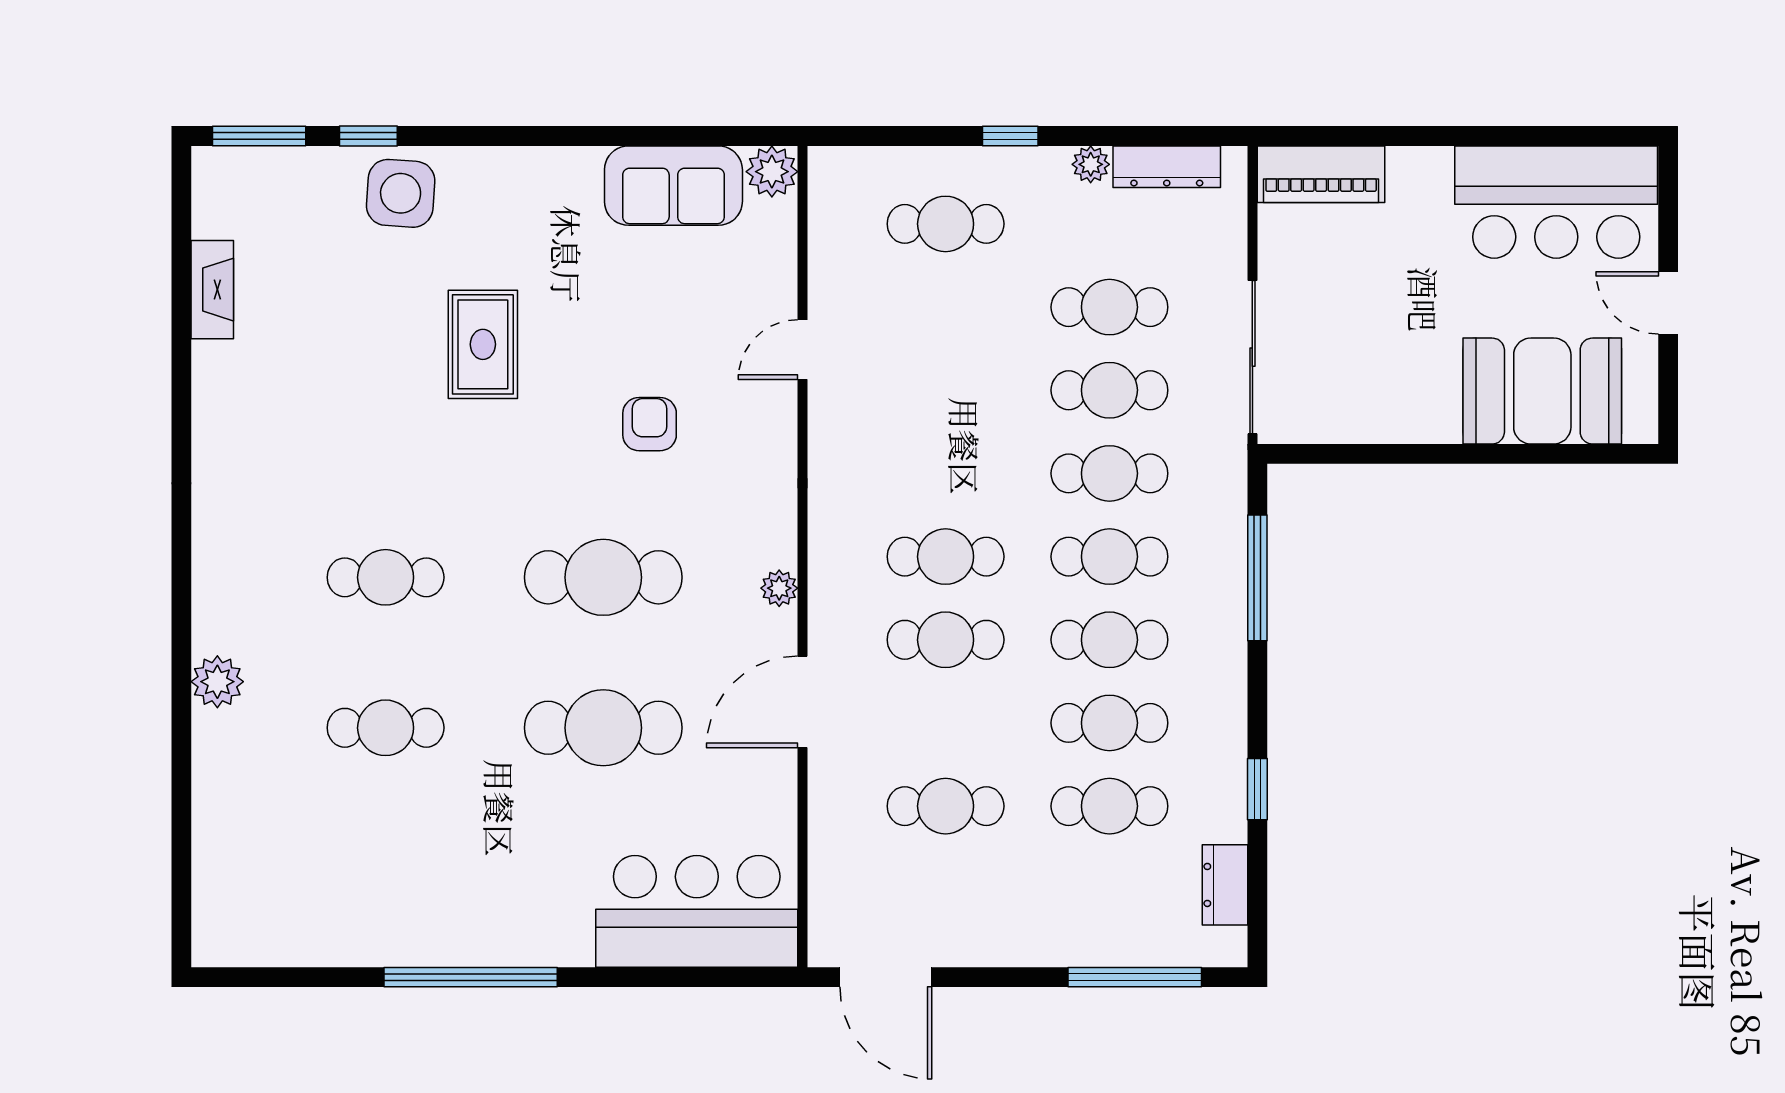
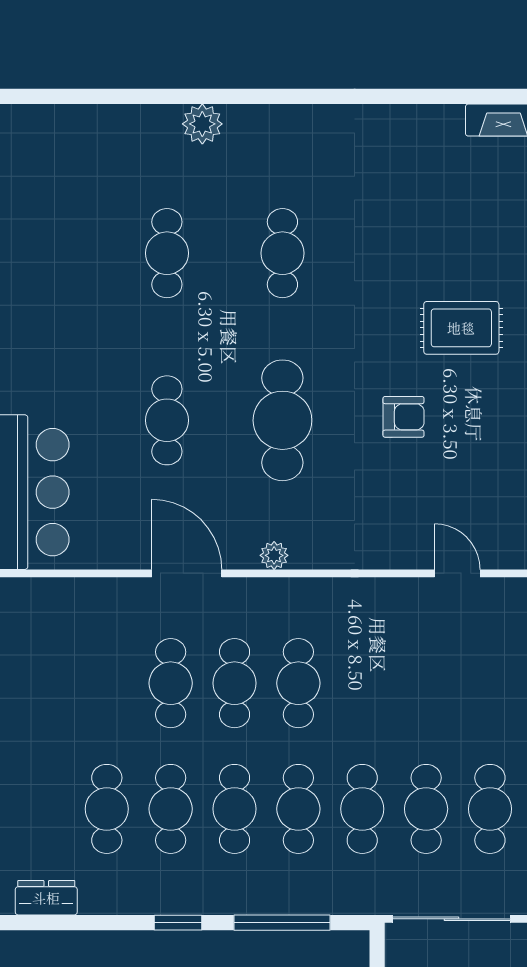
armchair: (650, 424) -> (403, 417), moved
cafe table: (603, 728) -> (167, 420), width x0.73, depth x0.74
window: (1257, 789) -> (178, 923), moved
cafe table: (946, 806) -> (171, 683), moved

